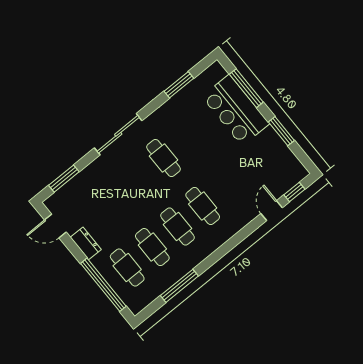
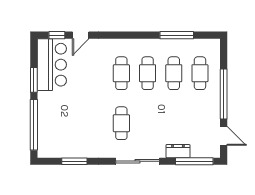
window: (246, 88) -> (34, 125), width x1.46
bar counter: (236, 110) -> (52, 65), moved
window: (64, 179) -> (194, 161), width x1.44
dresser: (86, 243) -> (178, 151), moved, turned 90
window: (103, 285) -> (224, 94), moved

